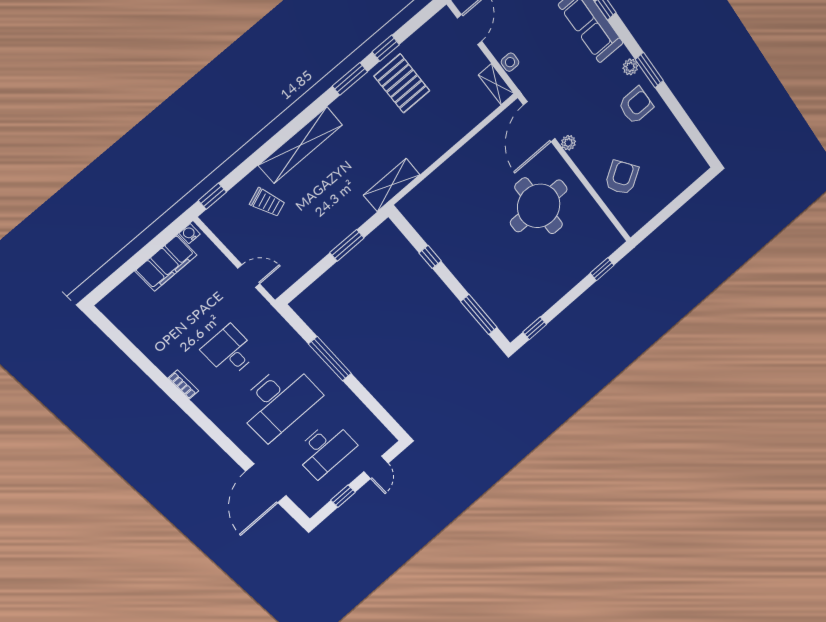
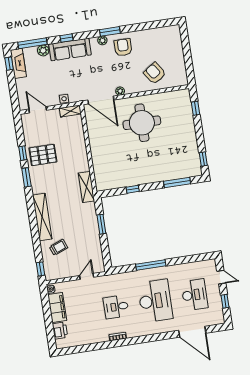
printer: (130, 291) -> (60, 331), added

